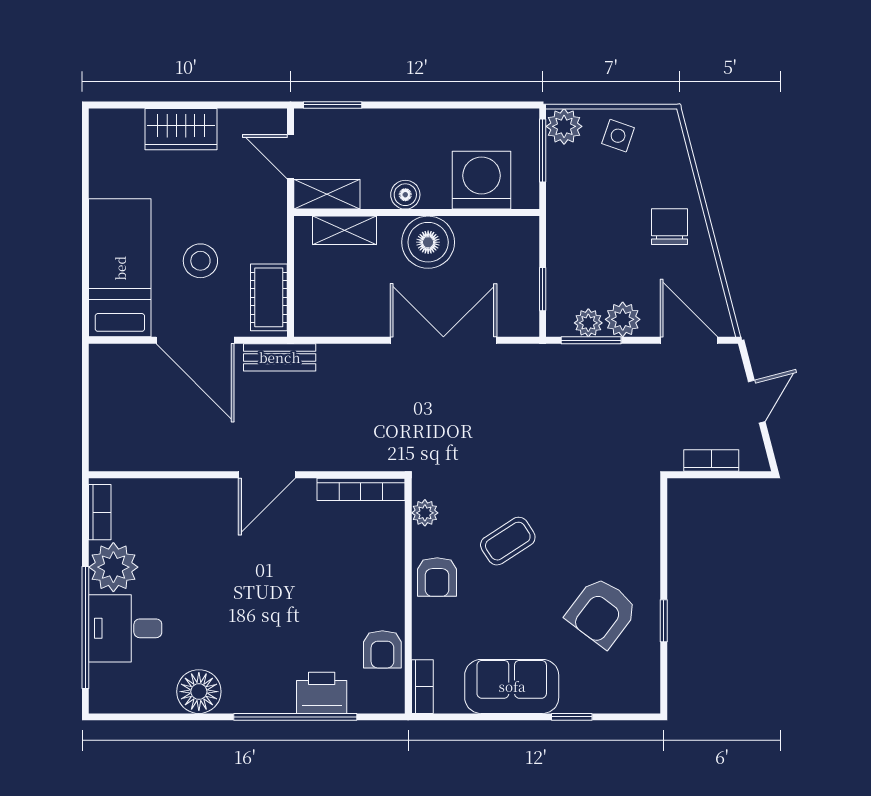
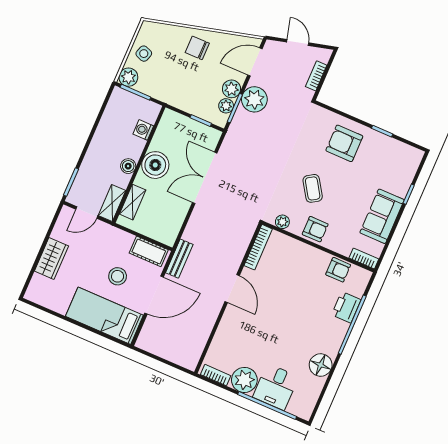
washing machine: (482, 180) -> (143, 130), width x0.53, depth x0.53
plant: (622, 368) -> (254, 99), added
armchair: (602, 612) -> (344, 143), moved, turned 143

